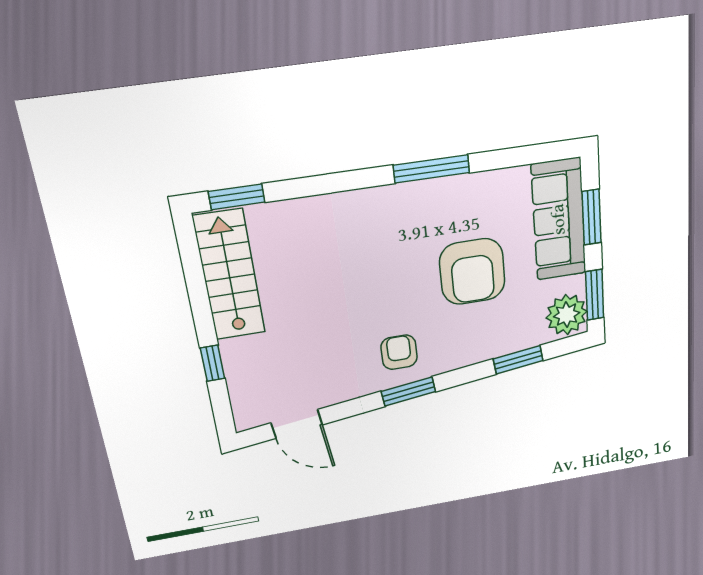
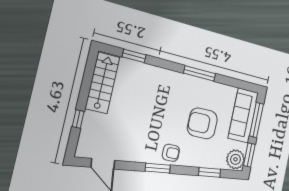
window: (237, 197) -> (134, 56), moved
window: (592, 217) -> (256, 120), width x1.44
armchair: (472, 272) -> (202, 123), turned 90
armchair: (399, 352) -> (171, 153), moved, turned 90

